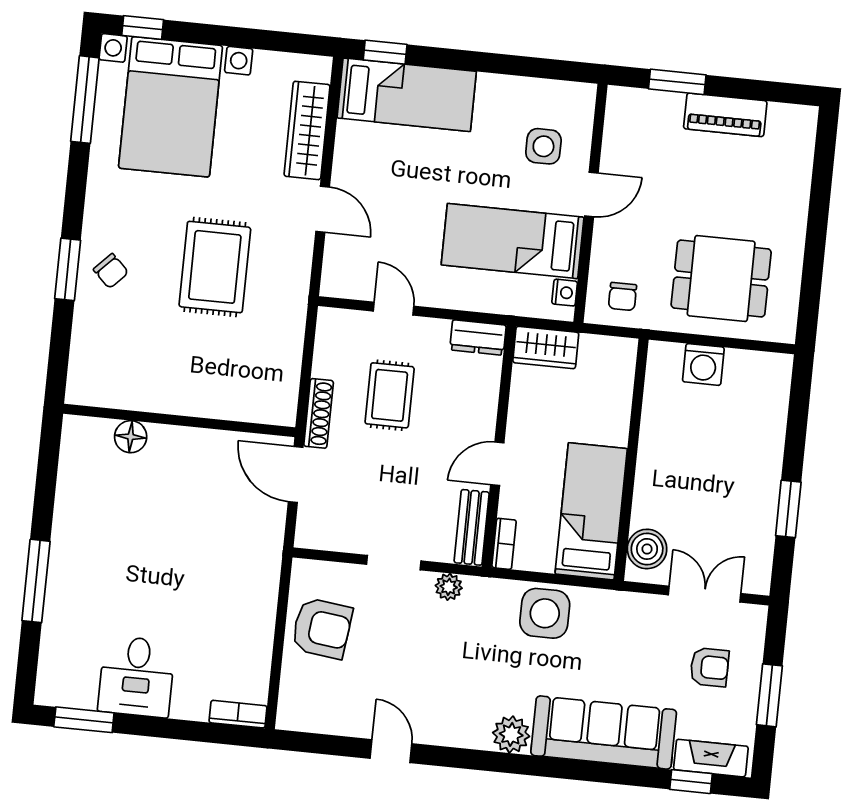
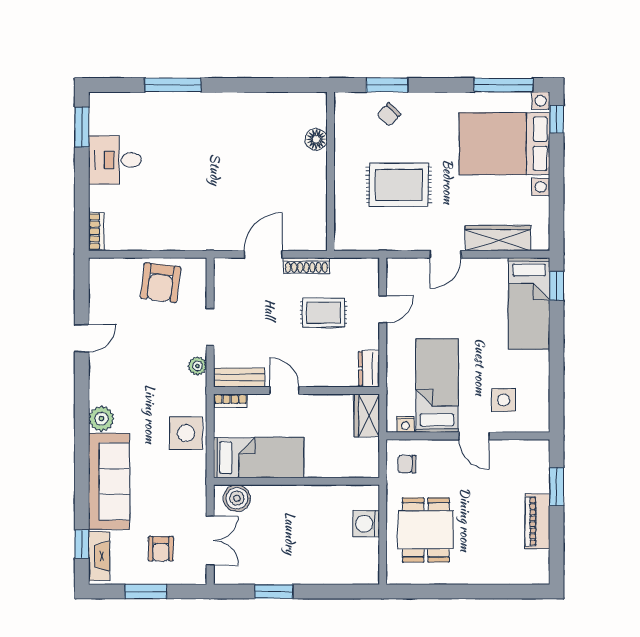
wall: (179, 420) -> (331, 171), moved
floor lamp: (131, 437) -> (316, 139), moved

